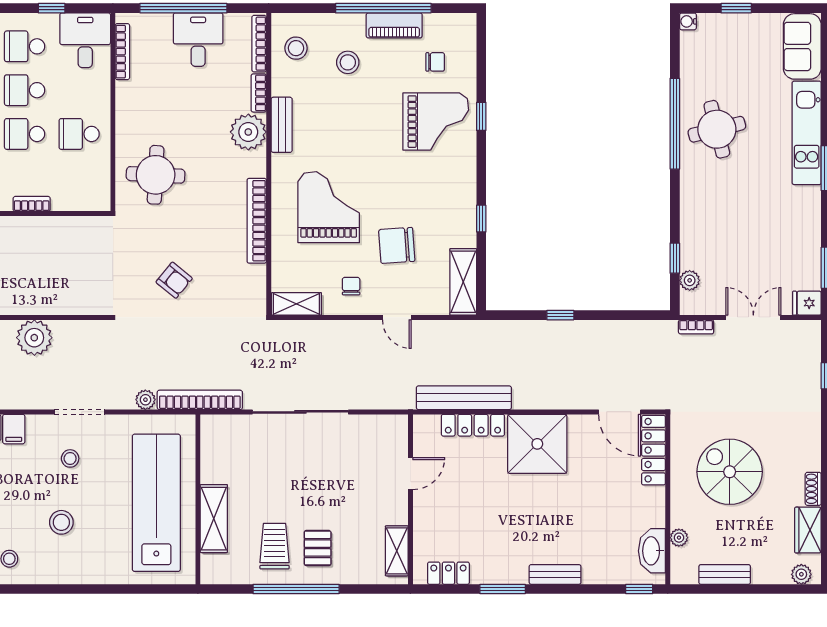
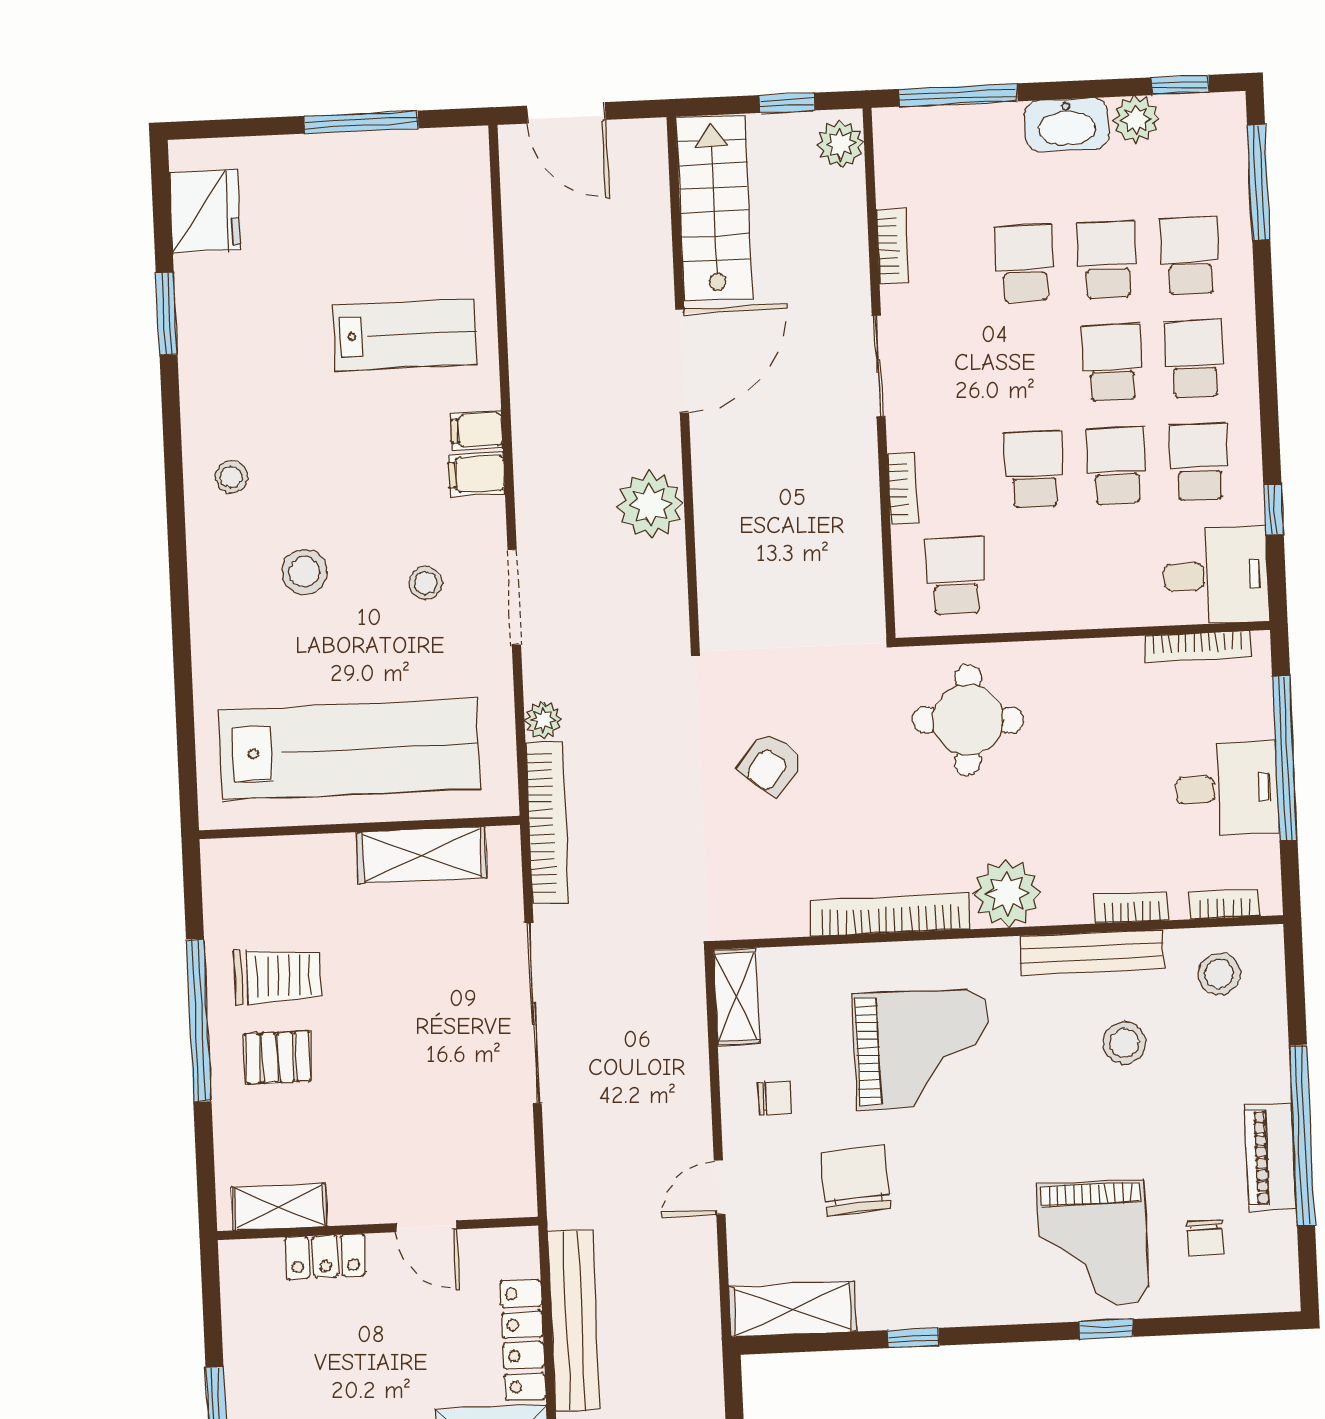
bookcase: (259, 44) -> (1224, 904), width x0.64
stool: (348, 62) -> (1124, 1043), moved
bench: (282, 125) -> (1092, 952), width x1.36
plant: (248, 132) -> (1007, 893), moved
school desk: (79, 134) -> (956, 576), moved
shelving: (214, 519) -> (422, 855), moved
locker: (448, 573) -> (325, 1256), moved, turned 90

